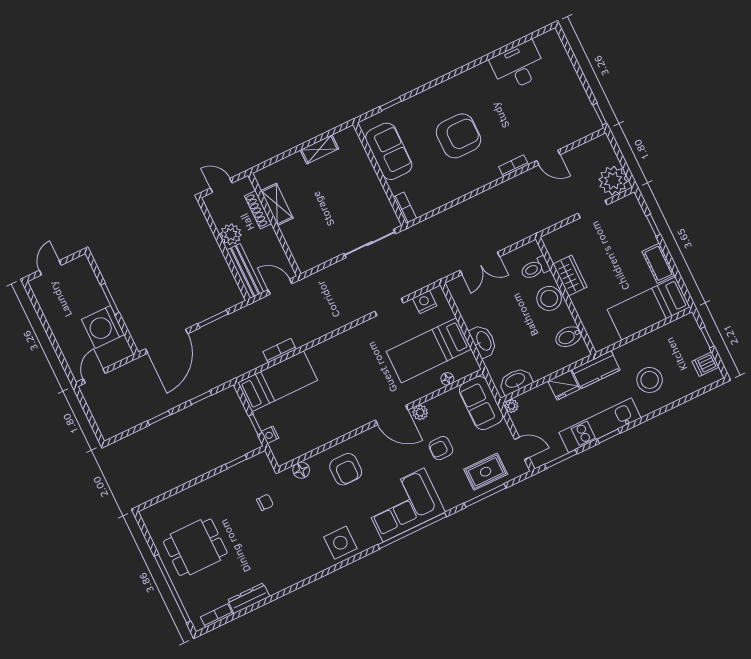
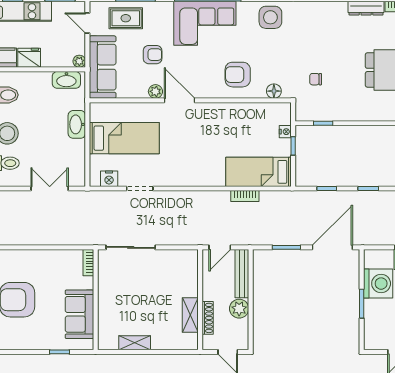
door: (280, 287) -> (220, 247), hinge flipped
floor lamp: (447, 379) -> (121, 108), removed
sofa: (481, 403) -> (103, 67), width x1.36
armchair: (346, 469) -> (238, 75), turned -90

